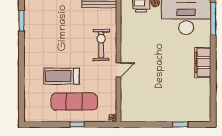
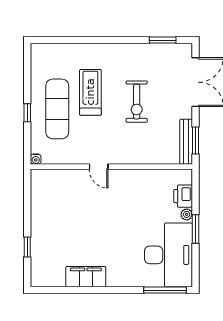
exercise bike: (101, 45) -> (137, 102), moved, turned 90
filing cabinet: (203, 62) -> (86, 277), moved

